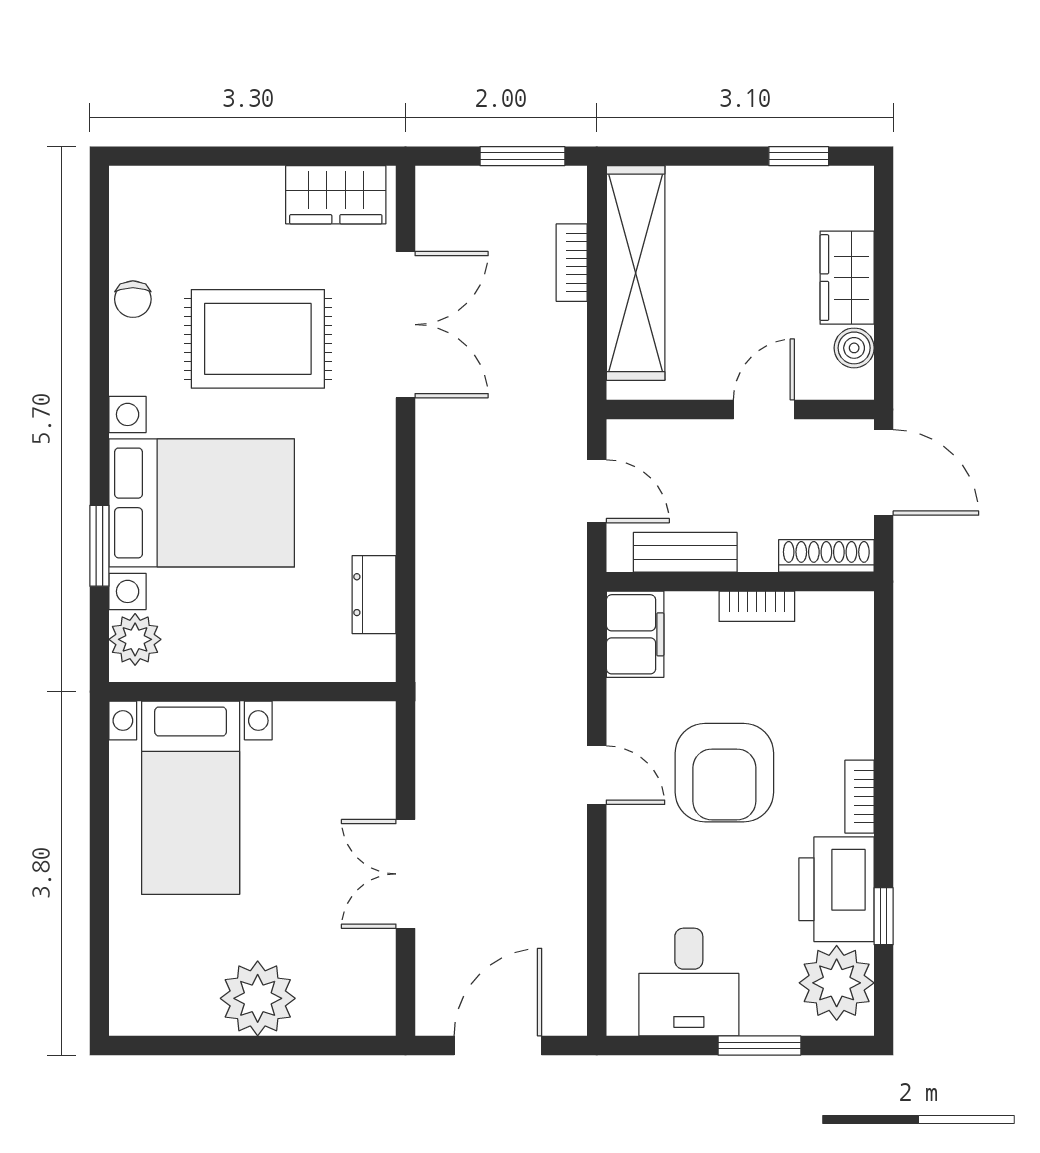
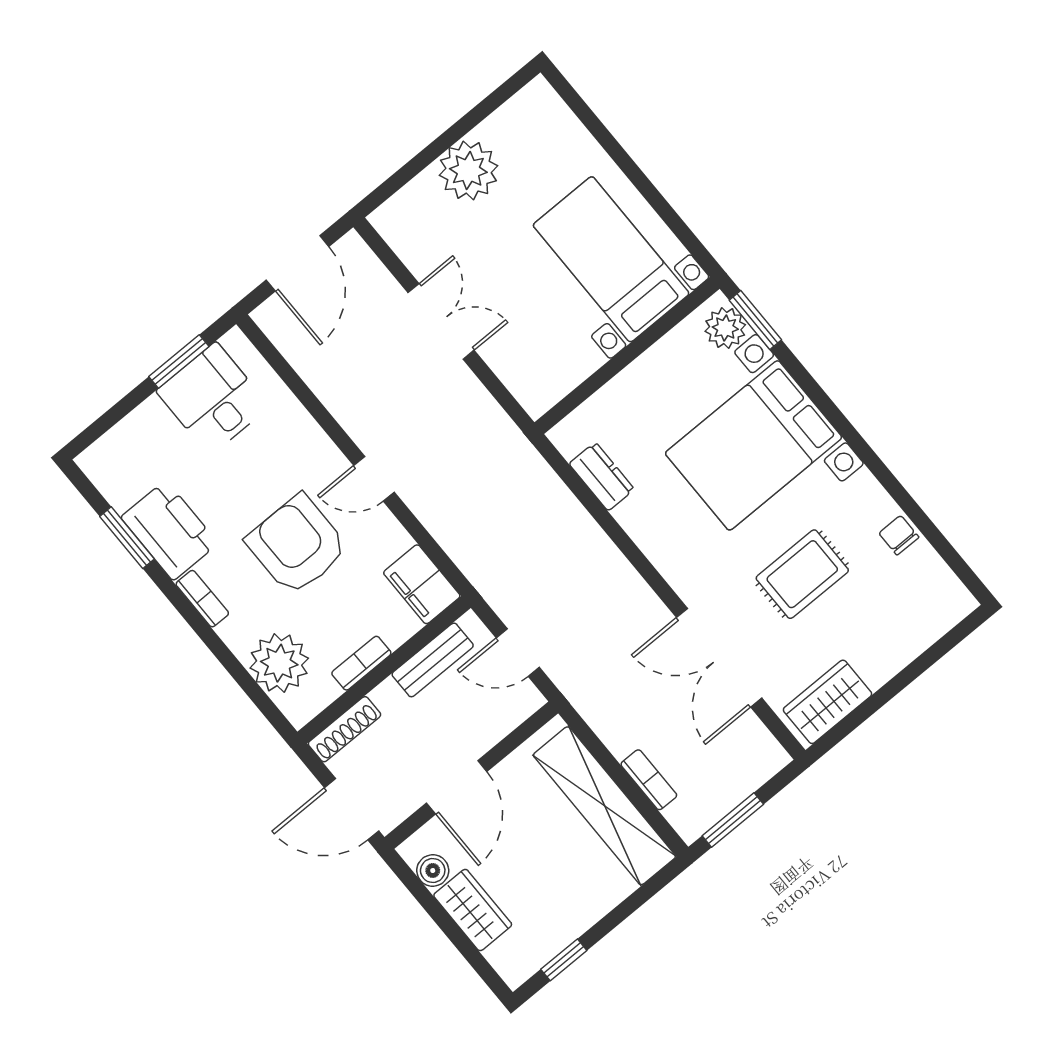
rug: (258, 339) -> (802, 574), width x0.73, depth x0.70
door: (764, 410) -> (457, 787), width x1.38
window: (99, 546) -> (755, 320), moved
window: (884, 916) -> (127, 538), width x1.50
plant: (837, 983) -> (279, 663), moved
window: (759, 1046) -> (179, 361), moved

